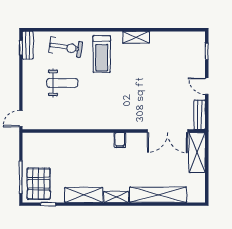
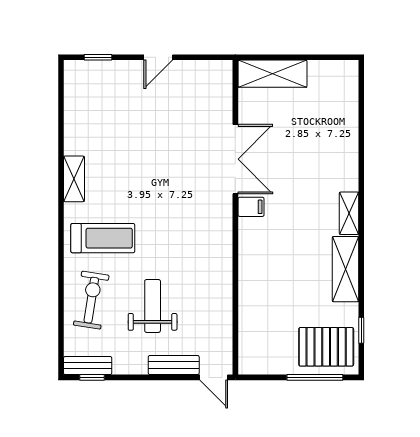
bench: (200, 115) -> (174, 365), moved
double door: (167, 131) -> (235, 159), moved
shelving: (158, 195) -> (345, 141), removed

